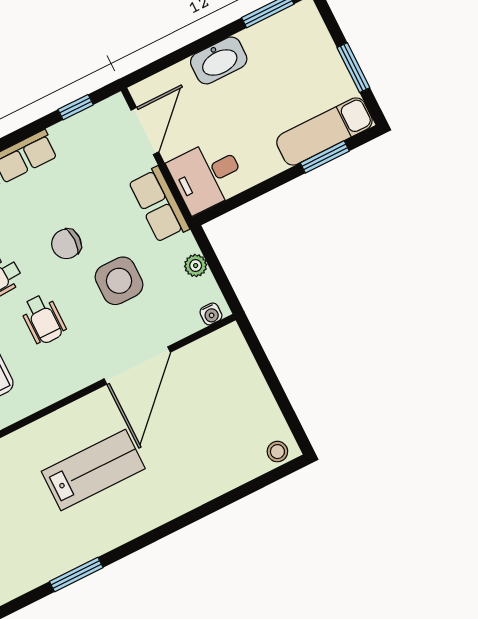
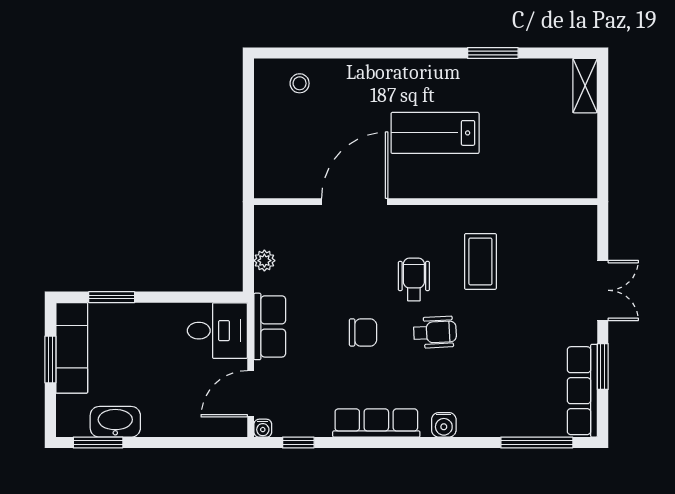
washbasin: (219, 60) -> (115, 422), moved
exam couch: (324, 131) -> (72, 348), moved, turned -90
side table: (119, 281) -> (335, 280), removed
water cooler: (211, 314) -> (263, 428), moved, turned 180
stool: (277, 452) -> (300, 83), moved

